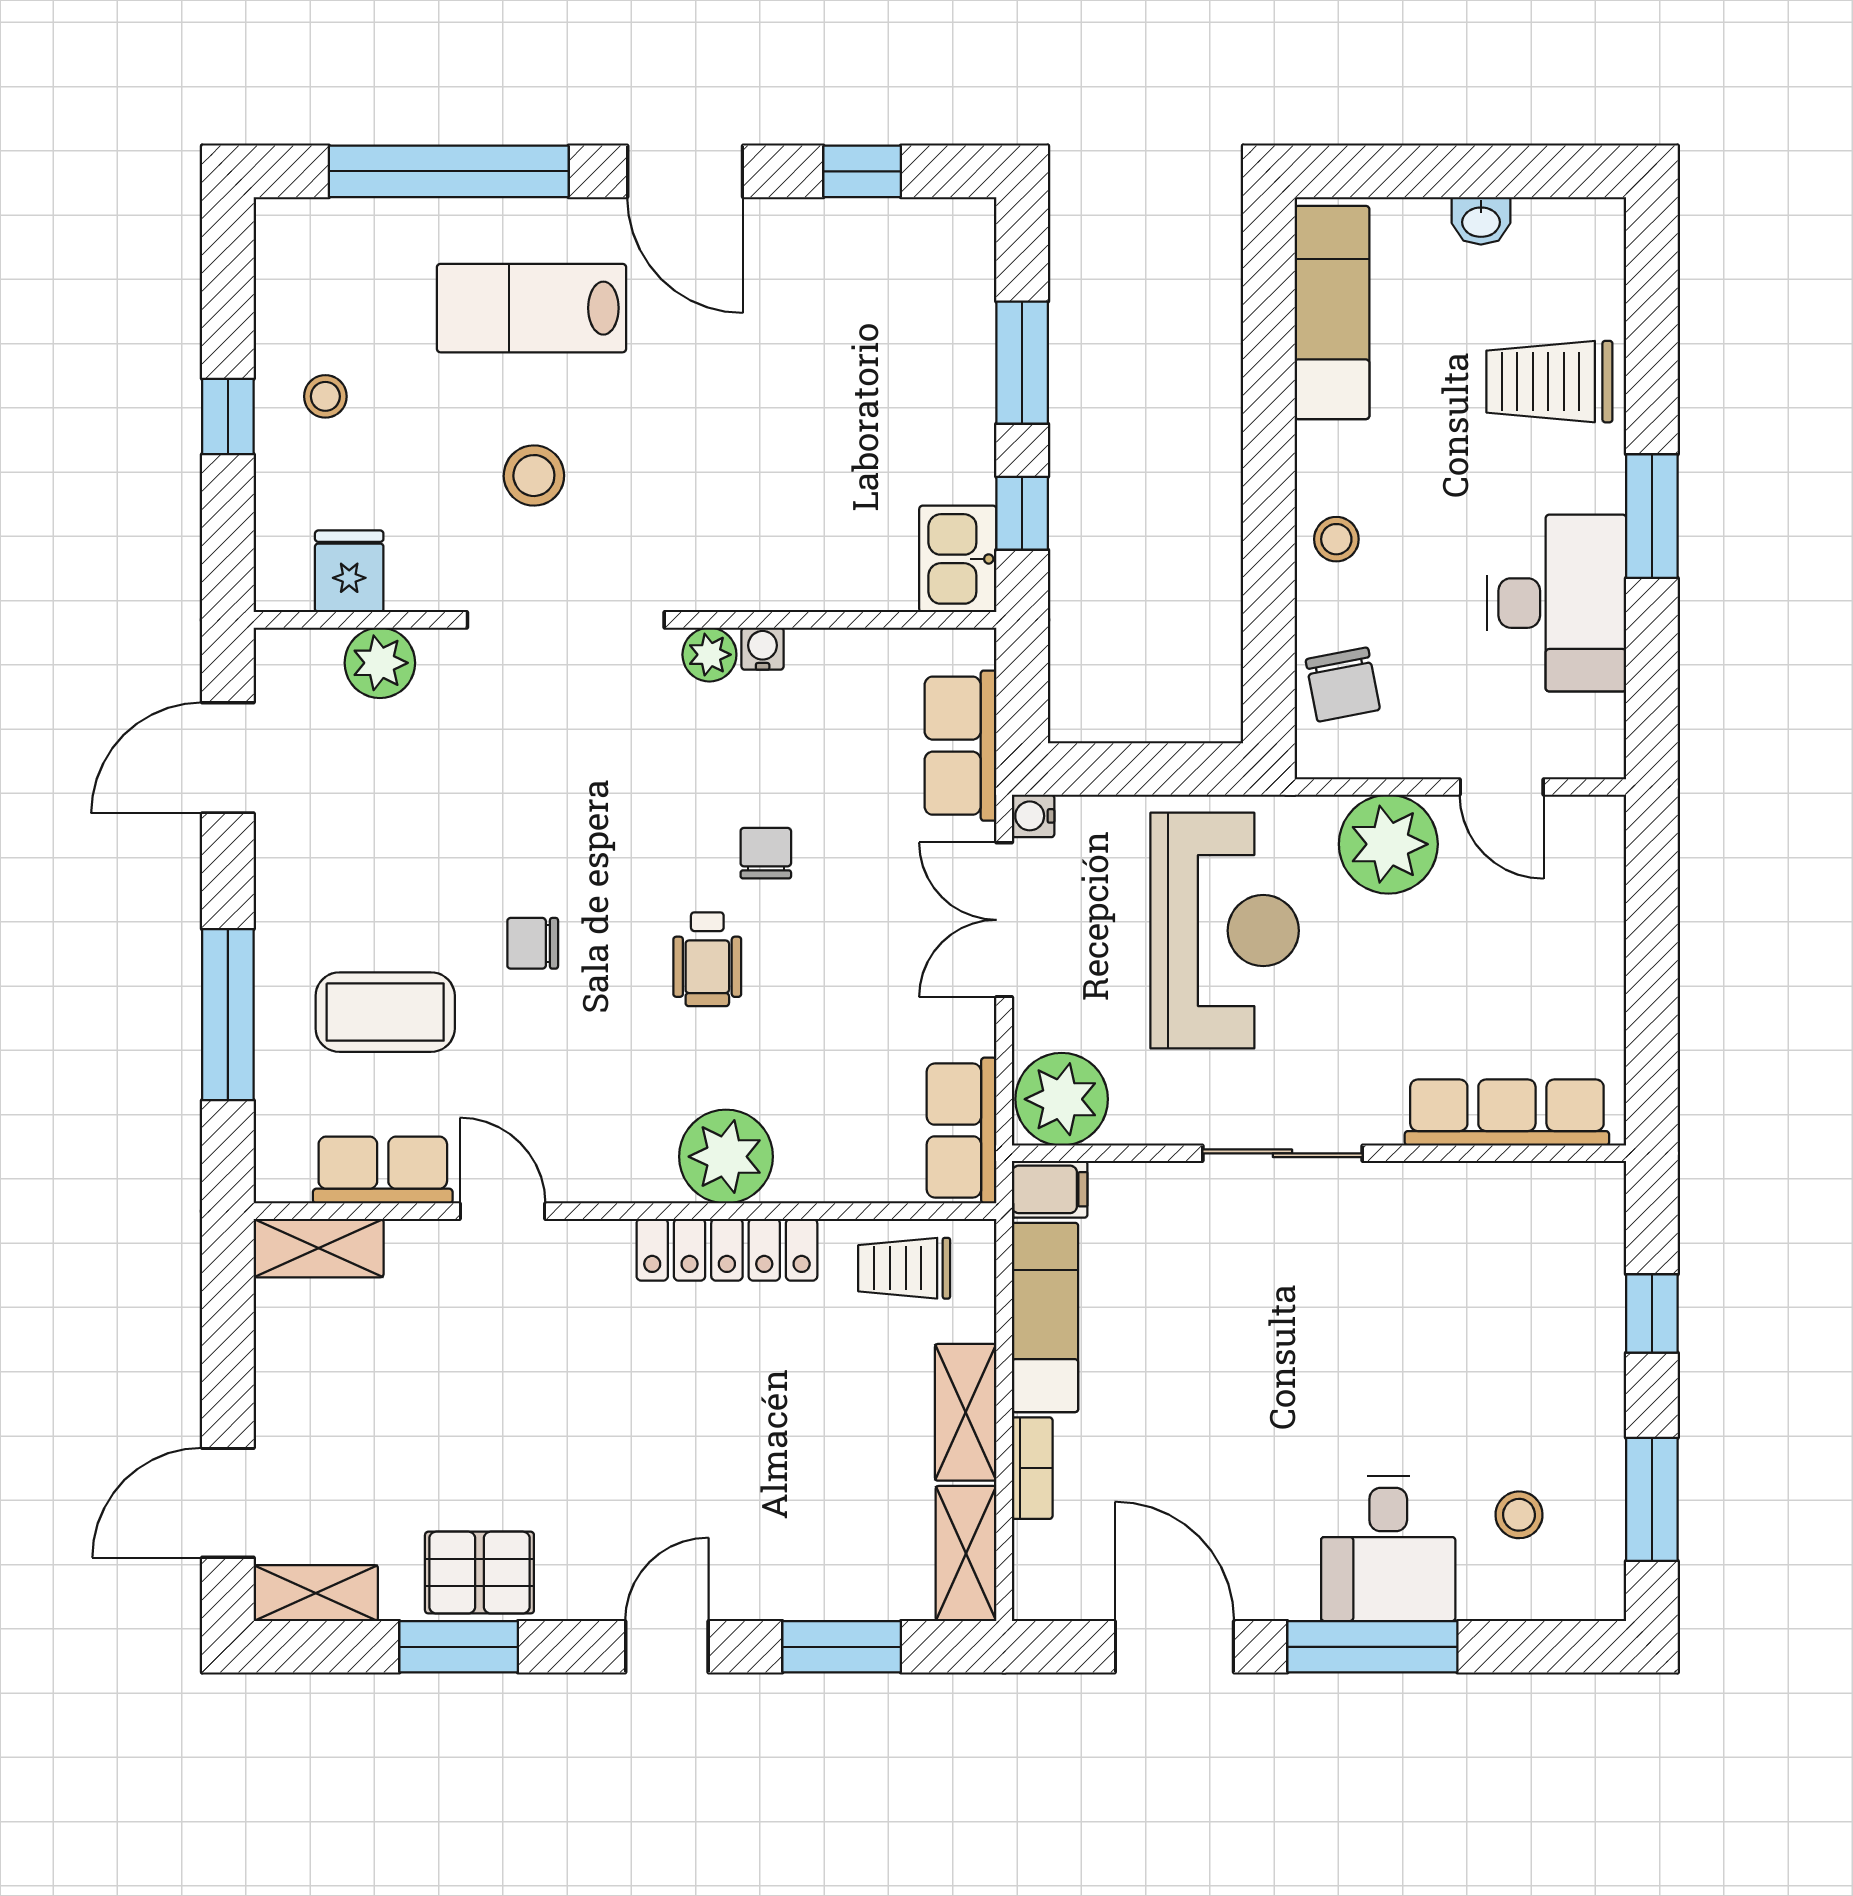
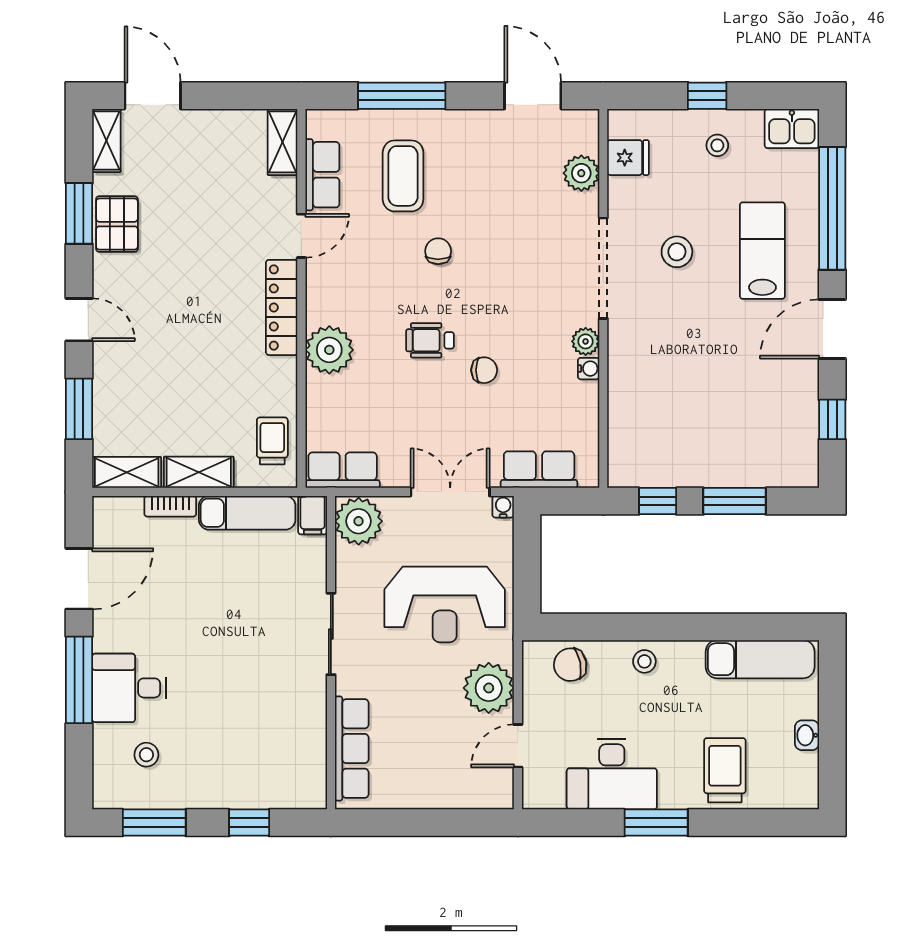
kitchen sink: (958, 559) -> (792, 128), moved, turned 180
locker: (727, 1250) -> (282, 307), moved

